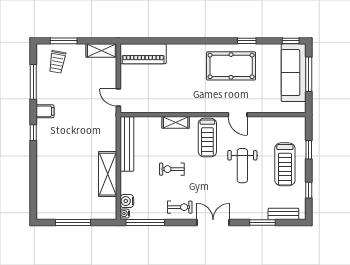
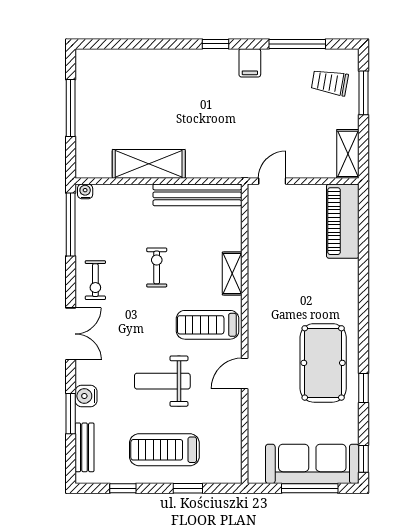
water cooler: (127, 201) -> (86, 396), moved, turned -90

